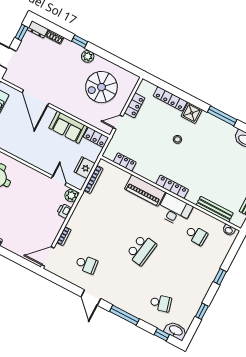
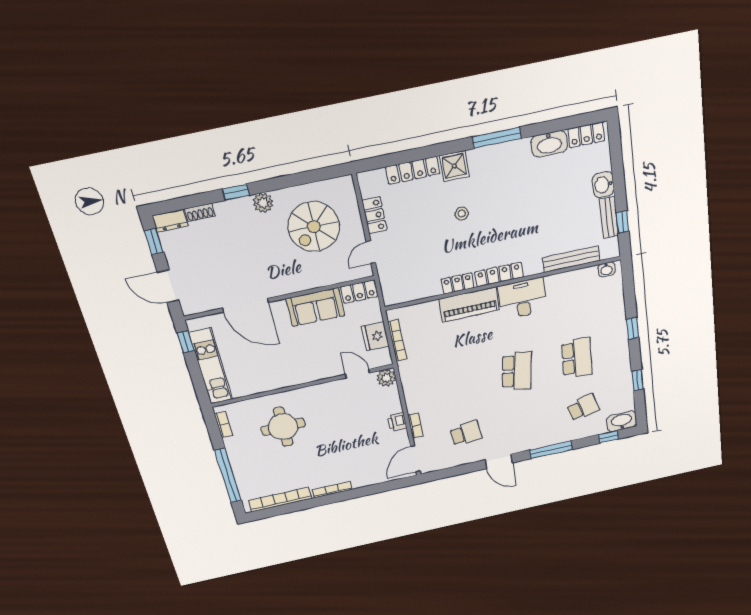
locker: (125, 162) -> (458, 283), moved
printer: (64, 211) -> (397, 422), moved
school desk: (196, 235) -> (577, 358), moved, width x1.85

